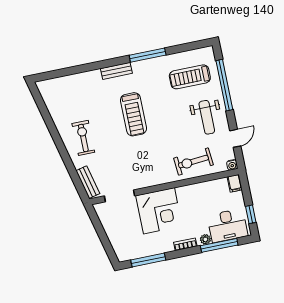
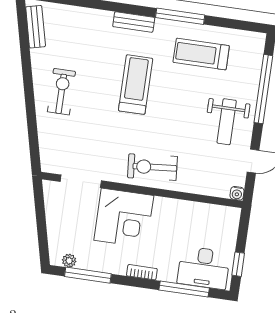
treadmill: (190, 77) -> (201, 54), moved
treadmill: (134, 114) -> (136, 85), turned 180
exercise bike: (193, 162) -> (152, 167), moved
bench: (88, 182) -> (36, 27), moved
filing cabinet: (235, 183) -> (232, 218), removed
plant: (205, 239) -> (69, 261), moved

